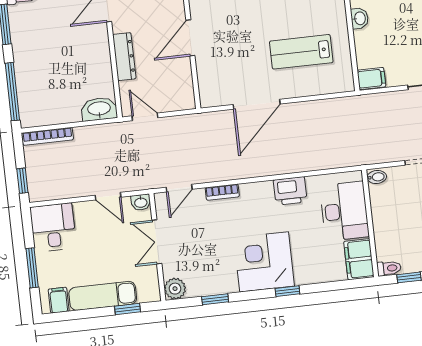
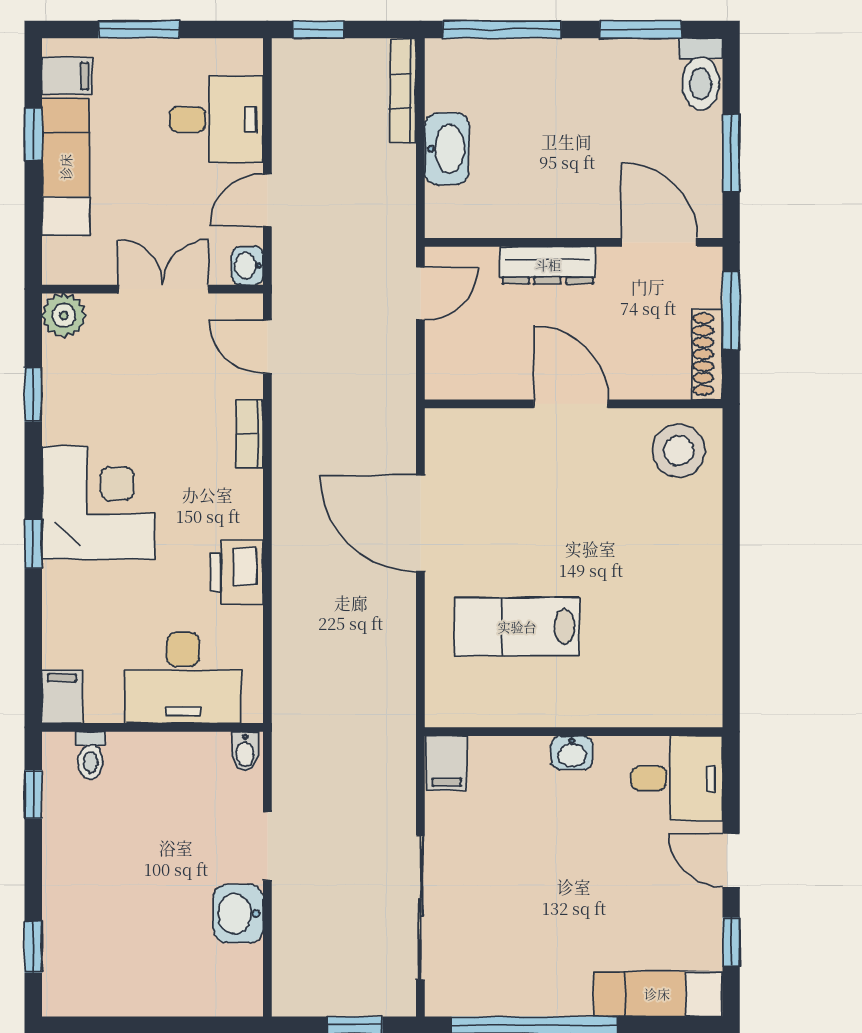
lab bench: (301, 52) -> (517, 627), turned -90
washbasin: (99, 109) -> (447, 149), moved
desk: (53, 227) -> (216, 120), moved
filing cabinet: (359, 259) -> (62, 696), width x0.50
toilet: (389, 268) -> (91, 756), moved
window: (128, 309) -> (33, 134), moved

